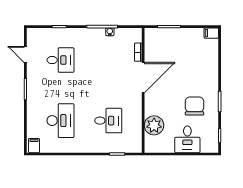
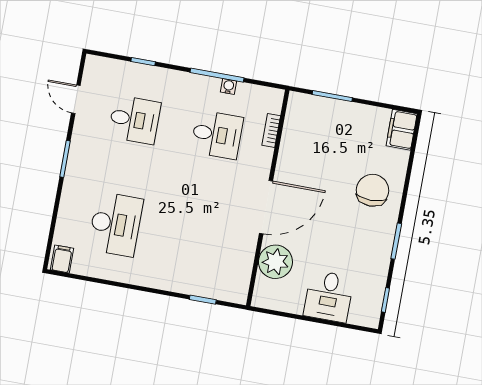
filing cabinet: (211, 33) -> (402, 130), width x2.00
door: (143, 78) -> (266, 207), moved
chair: (194, 106) -> (373, 190), moved
desk: (108, 121) -> (217, 135), moved

